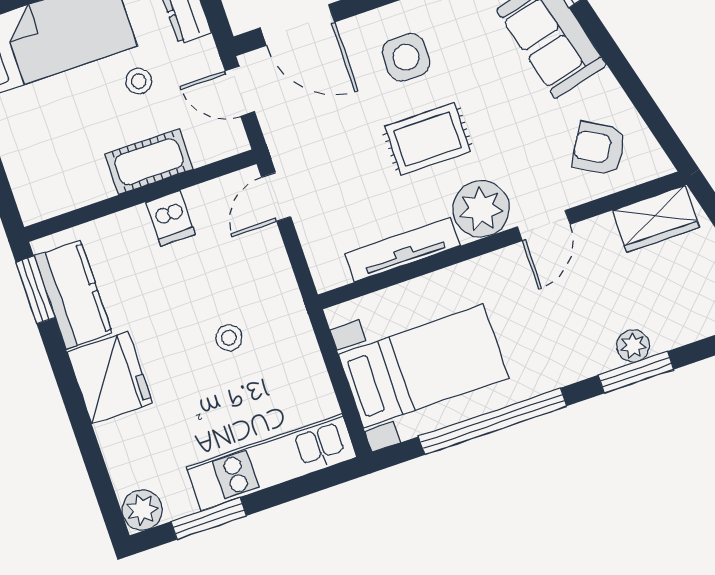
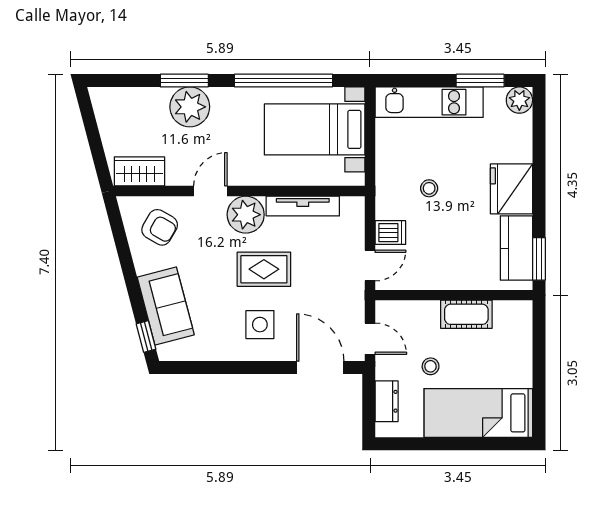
cot: (149, 162) -> (466, 314), moved
dishwasher: (170, 218) -> (390, 233), moved, turned 90
plant: (633, 346) -> (190, 107), width x1.87, depth x1.87

